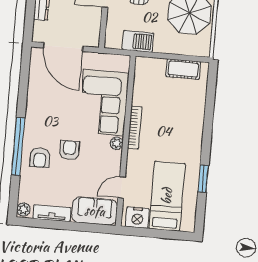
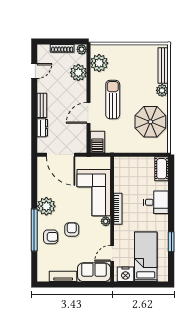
barbecue: (138, 41) -> (97, 142), moved, turned 90
cot: (183, 69) -> (162, 169), moved, turned 90
desk: (187, 123) -> (156, 202), added
armchair: (40, 158) -> (51, 237), turned -90
plant: (23, 209) -> (46, 206), moved, width x1.88, depth x1.88

